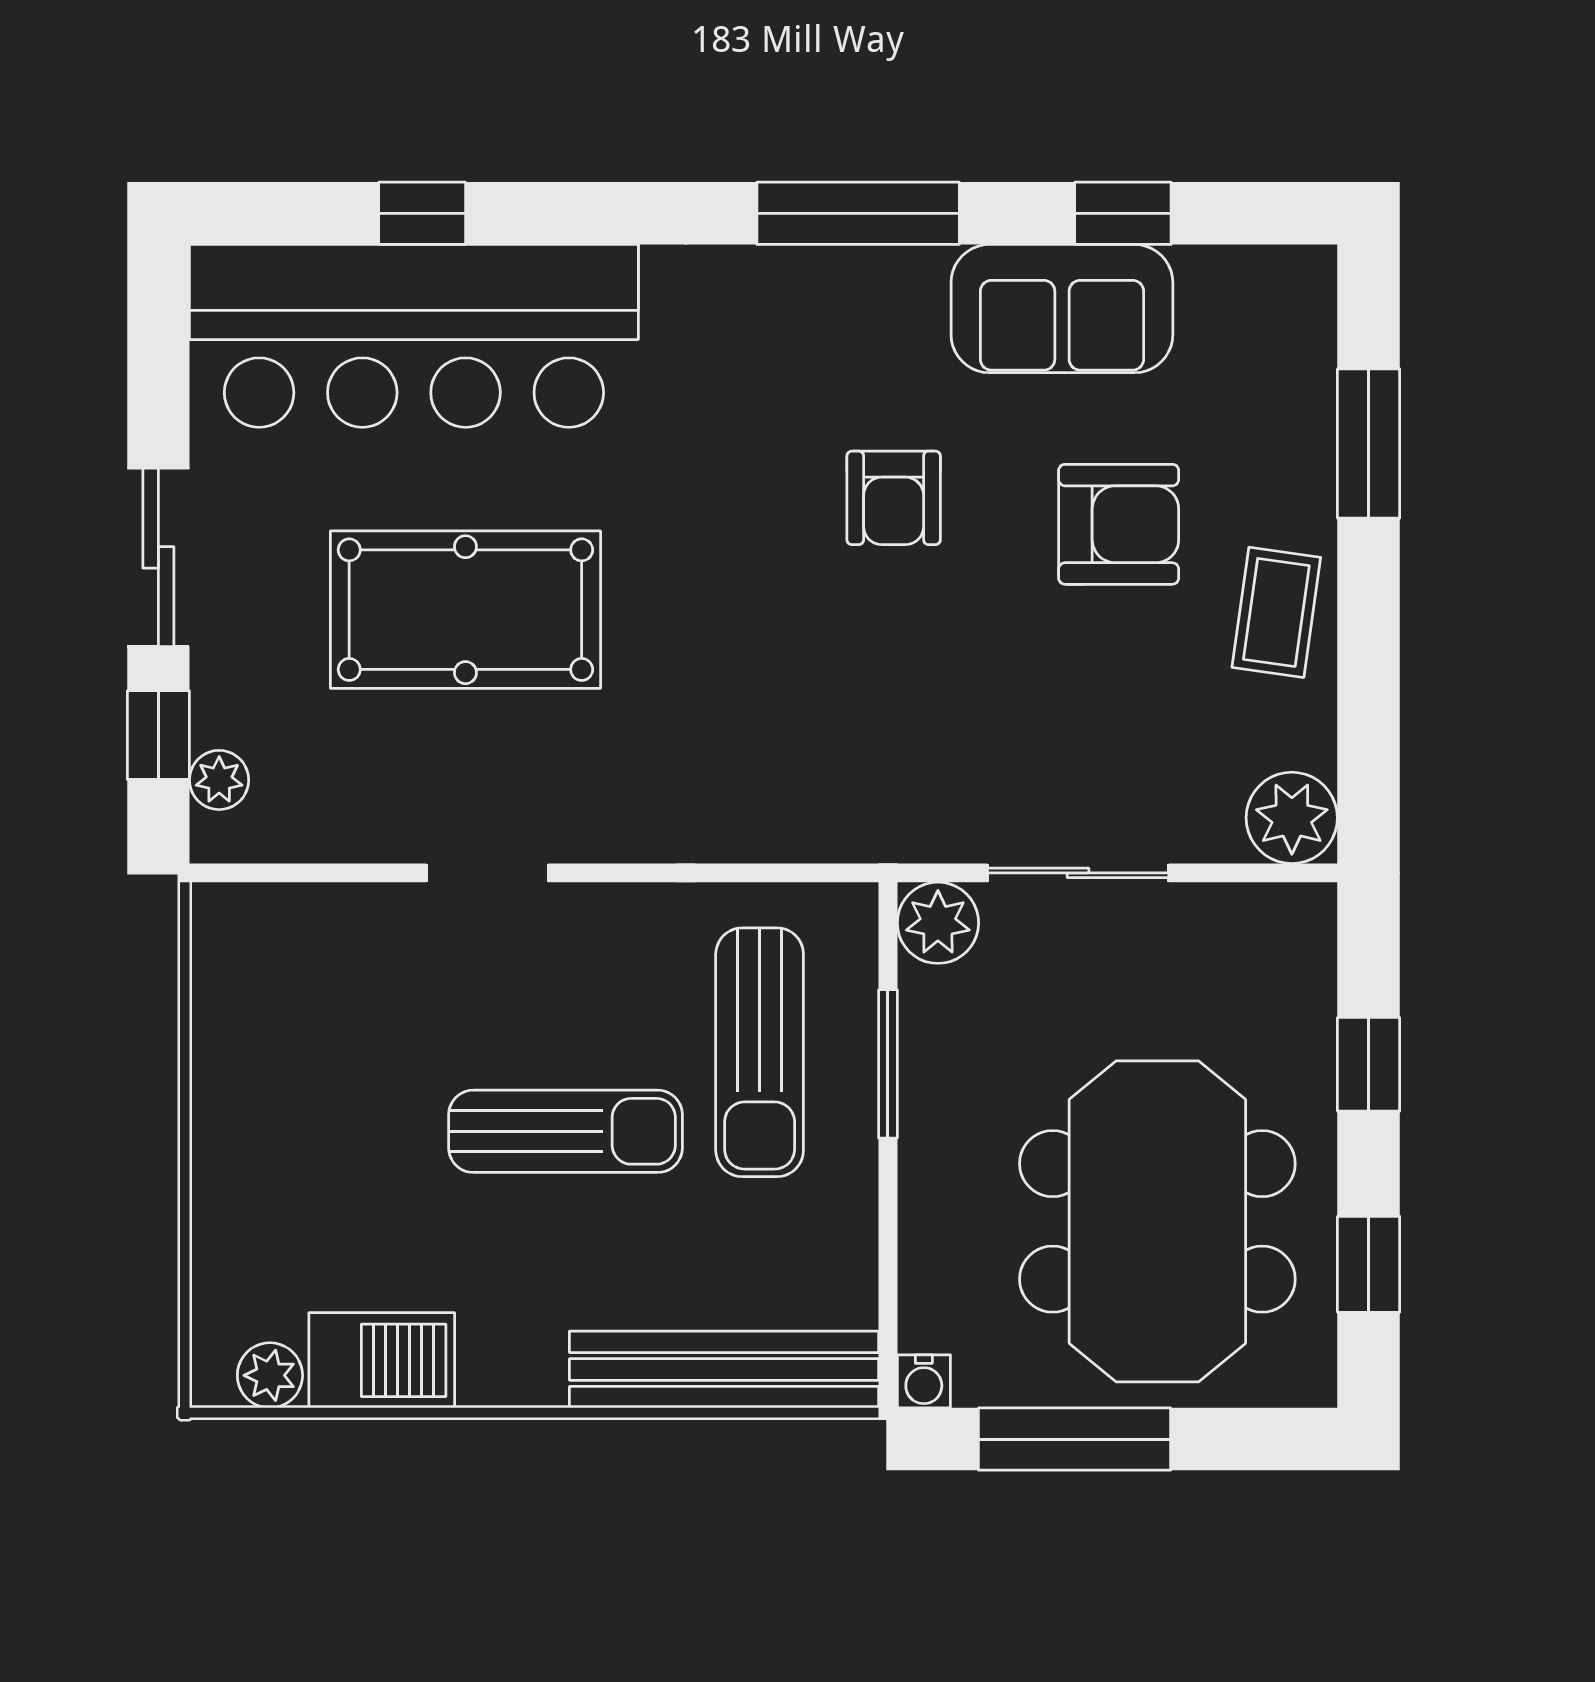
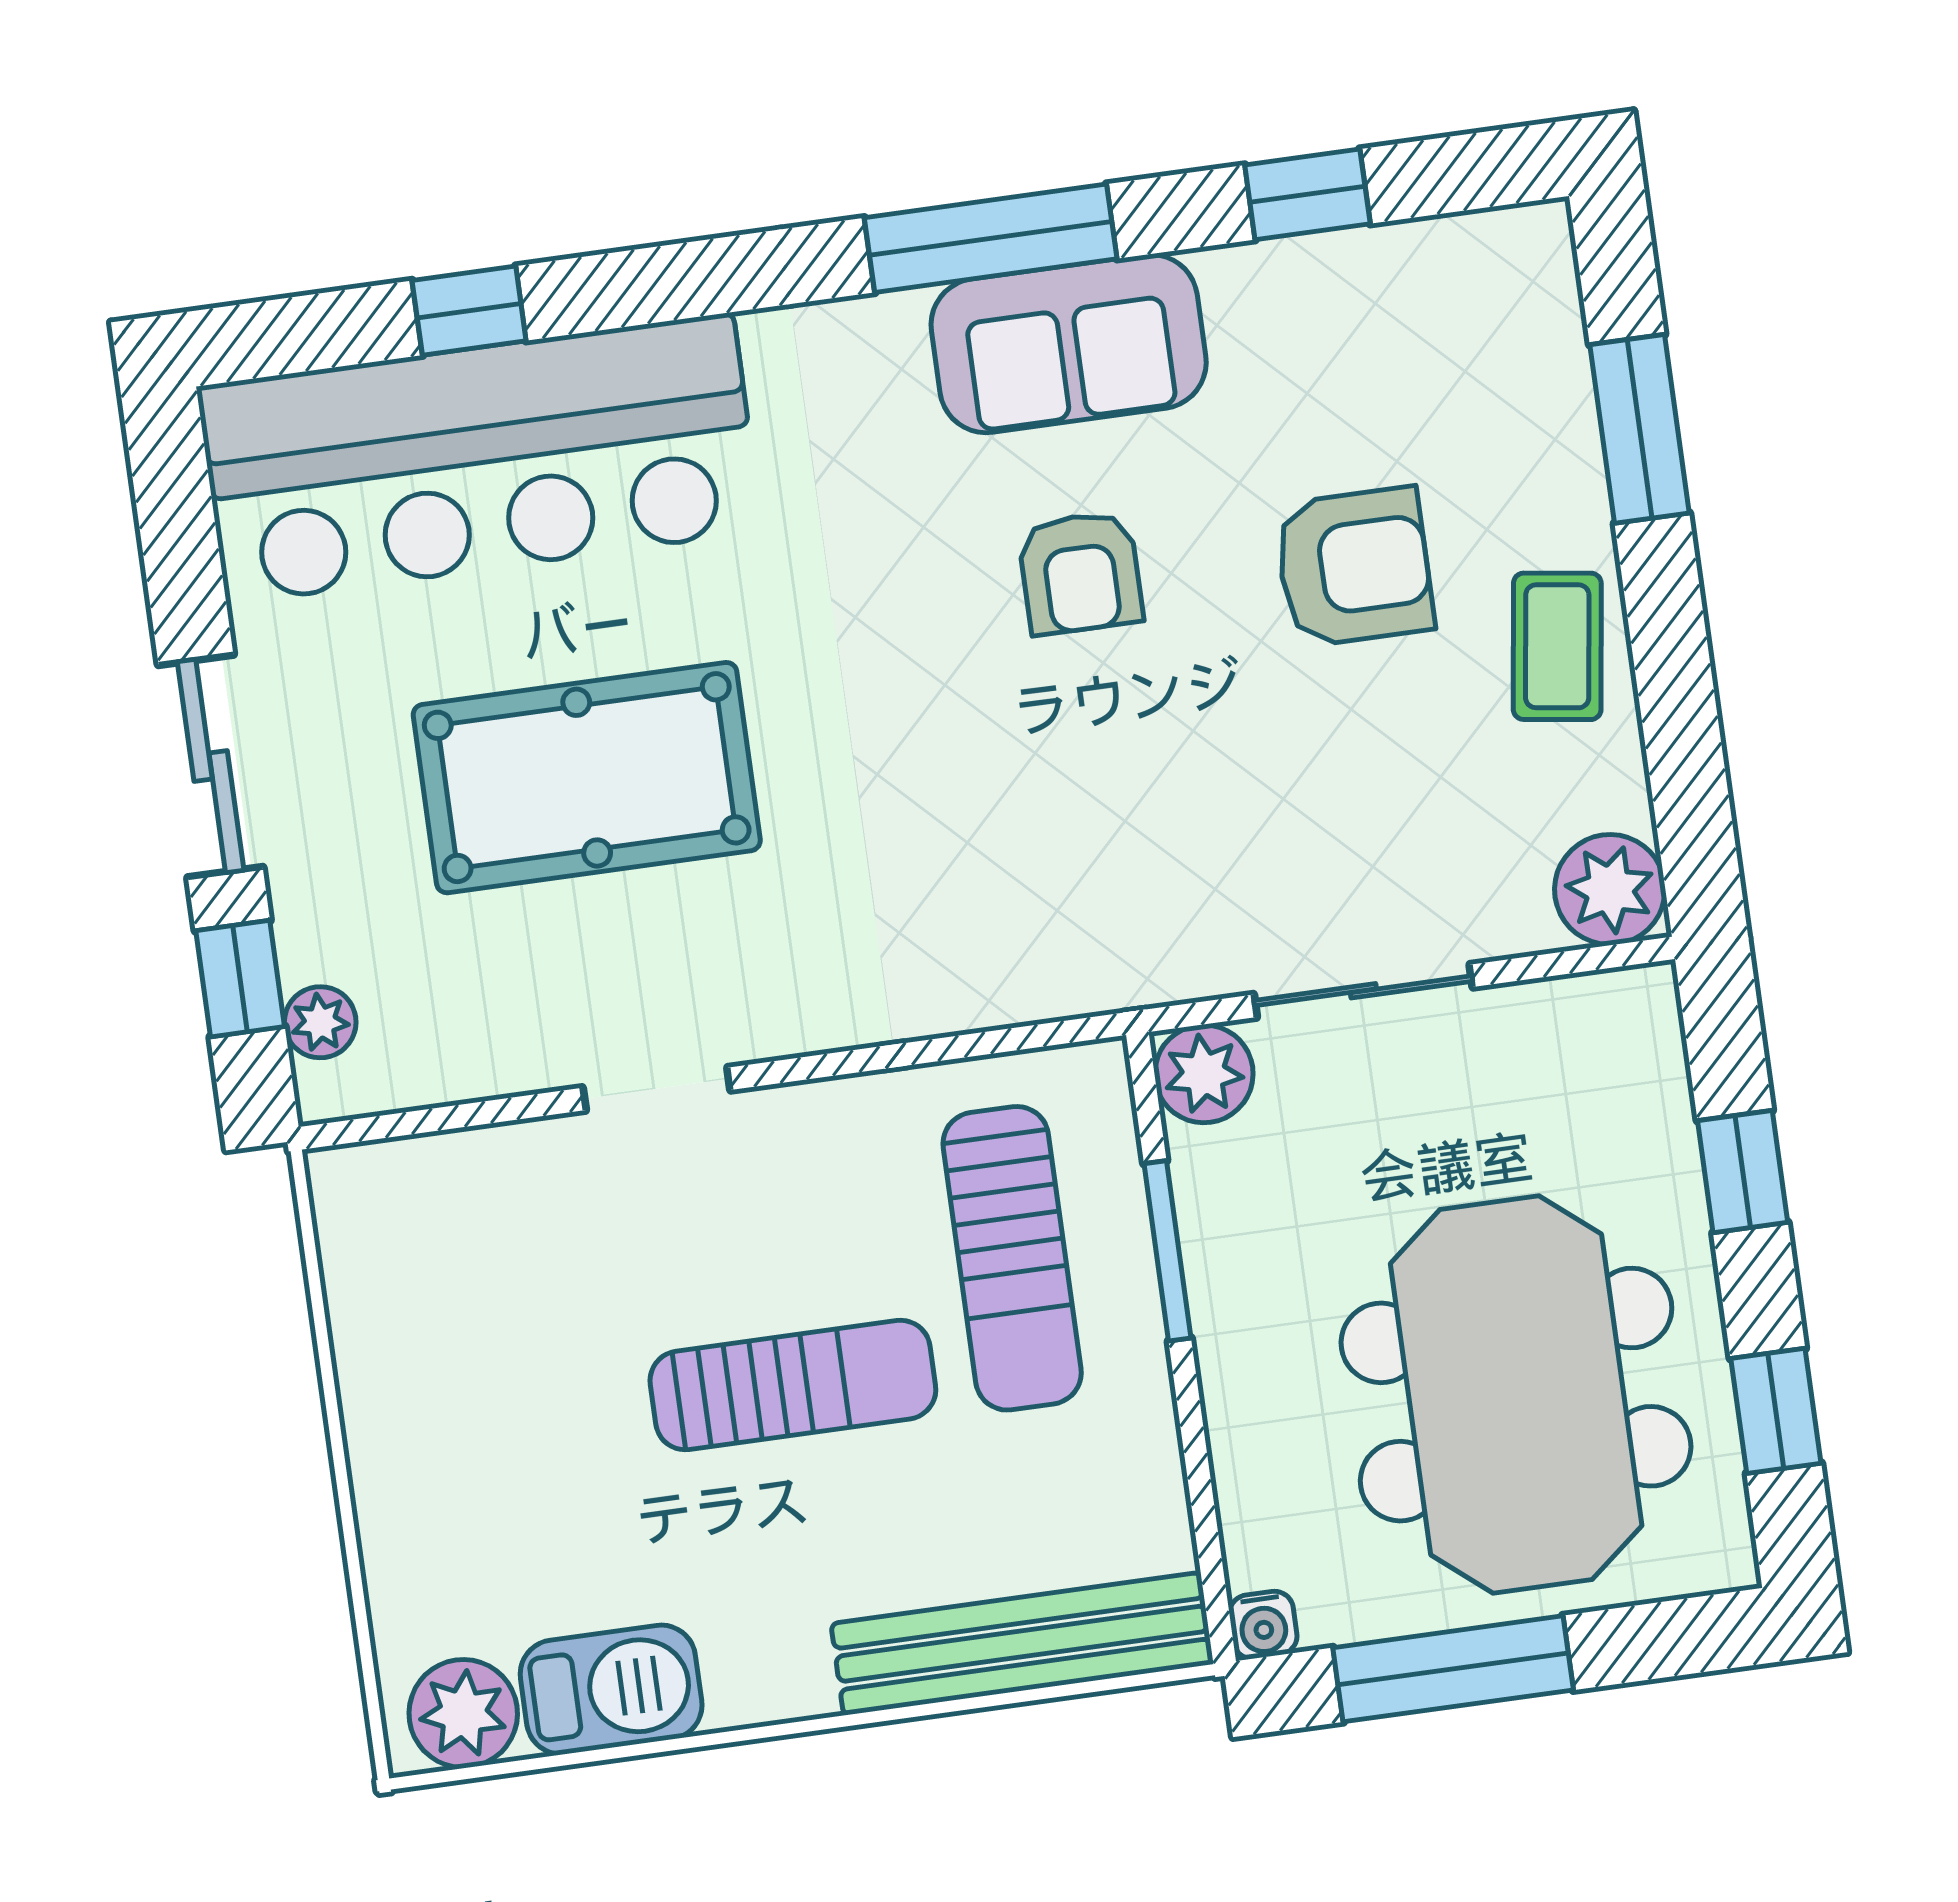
sofa: (1062, 309) -> (1069, 344), moved
plant: (270, 1375) -> (463, 1714), width x1.38, depth x1.38

